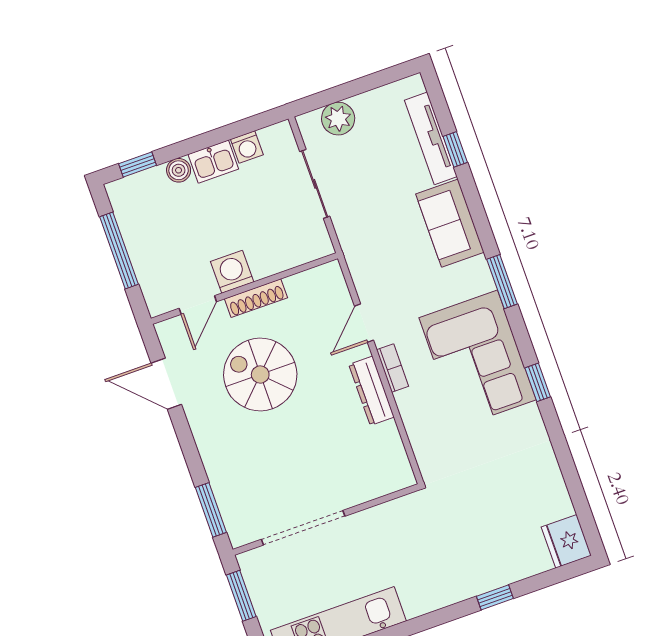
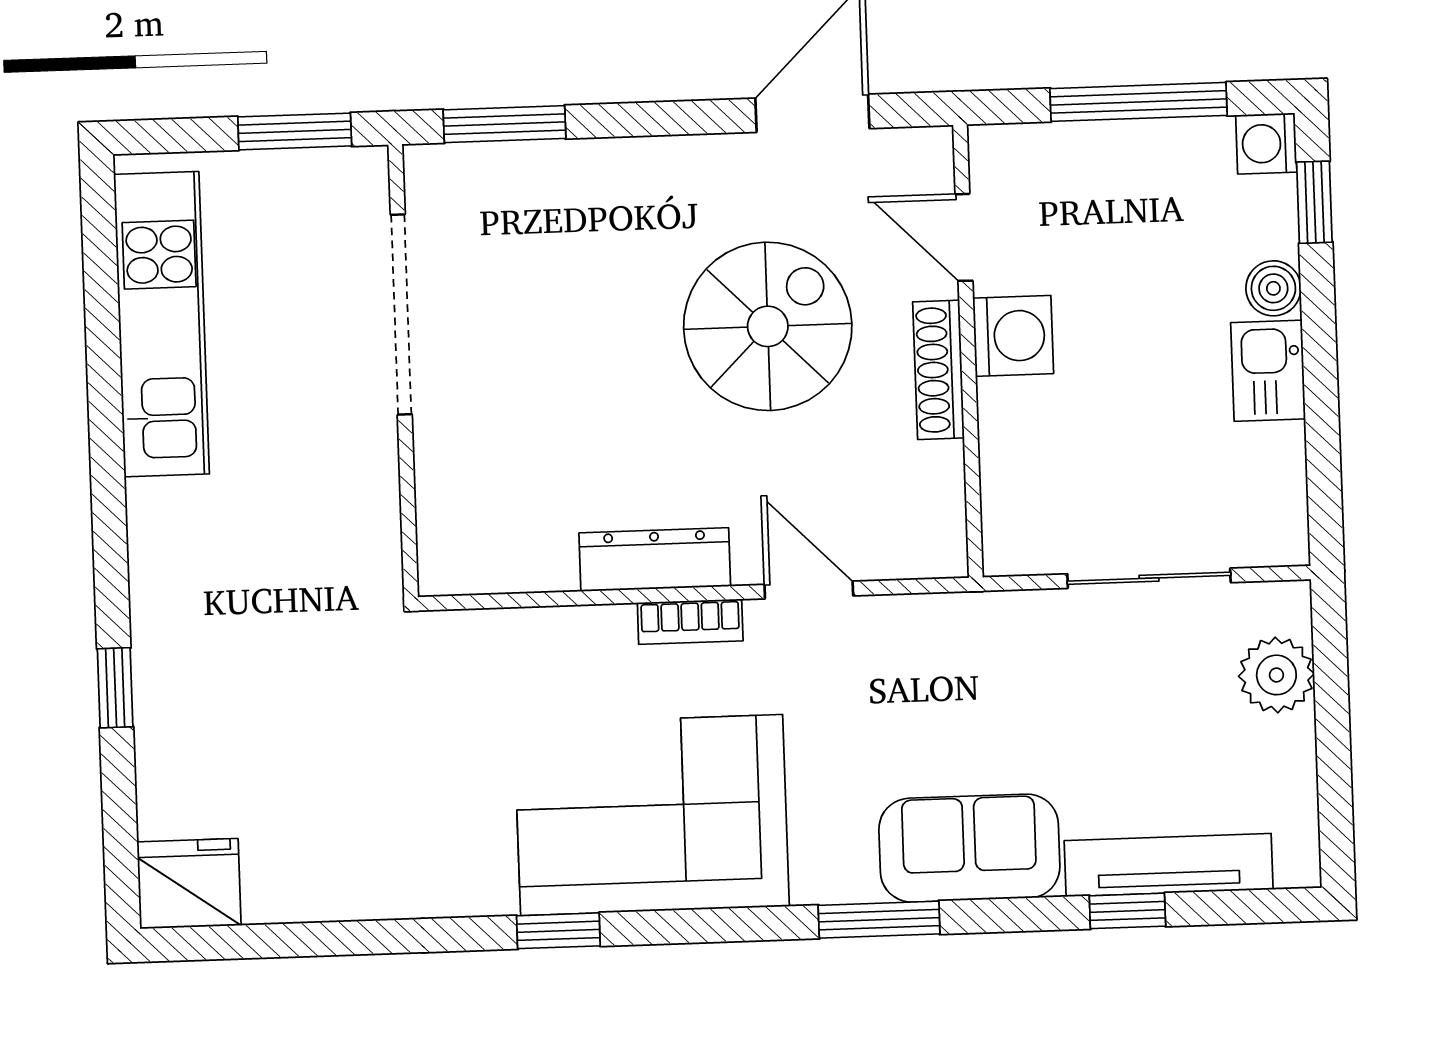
washing machine: (247, 147) -> (1266, 144), moved
window: (502, 282) -> (879, 920), moved

